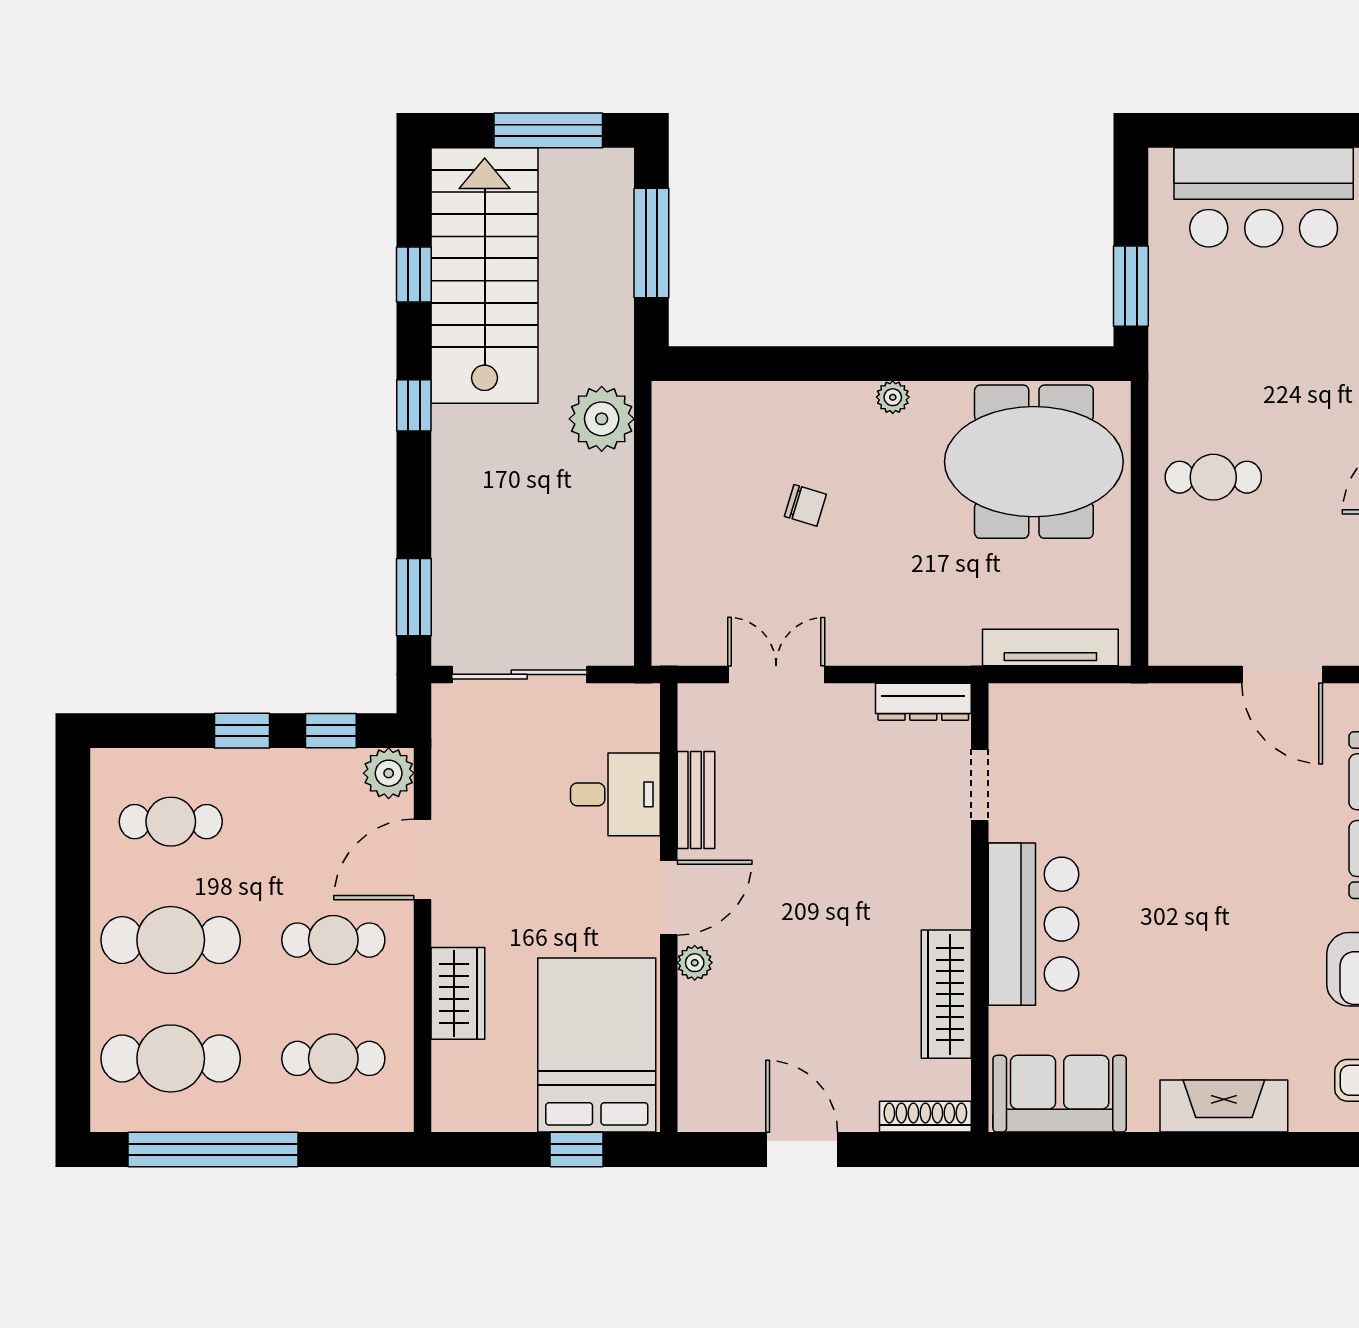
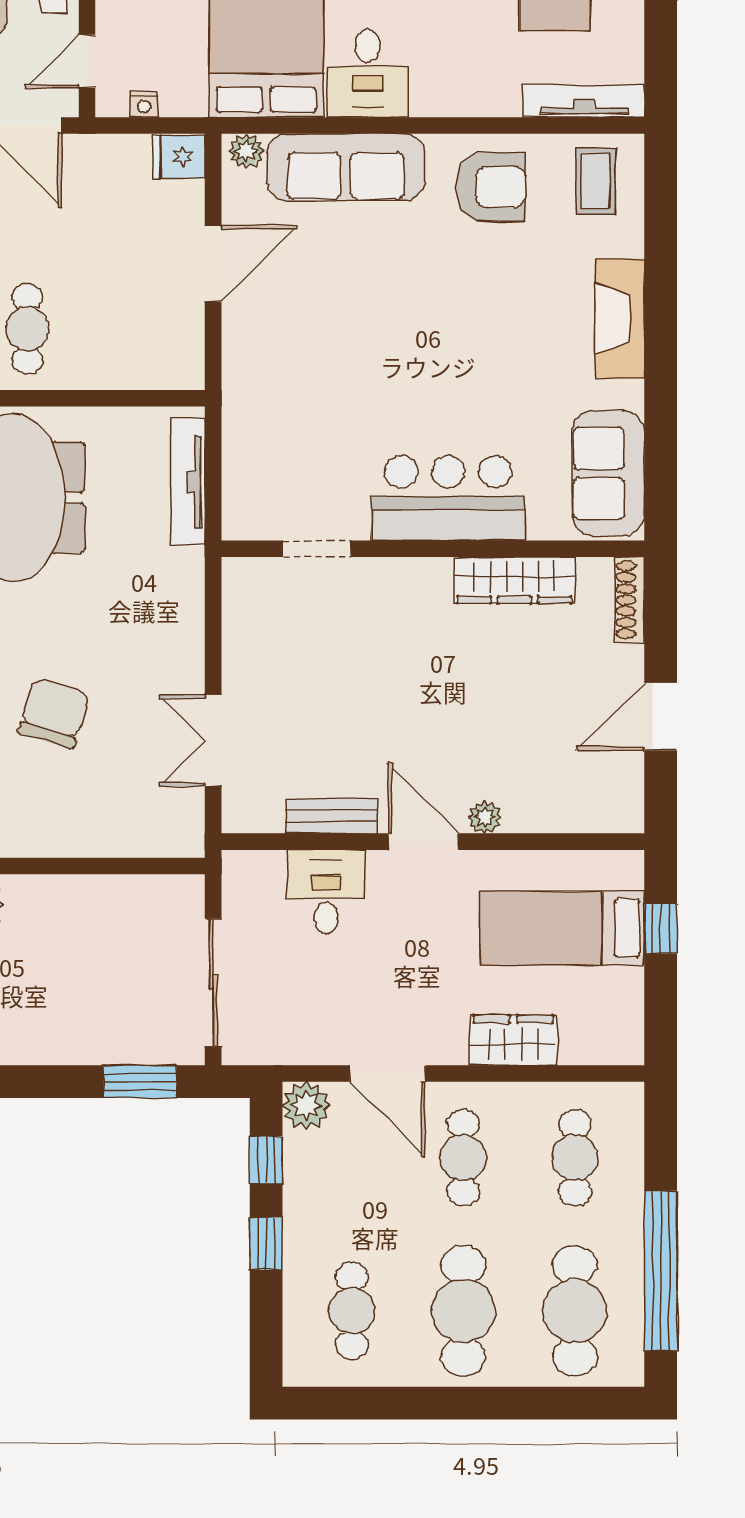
chair: (805, 505) -> (54, 713), width x1.87, depth x1.87
dresser: (923, 702) -> (239, 602), removed
bed: (597, 1045) -> (562, 928), width x0.67

